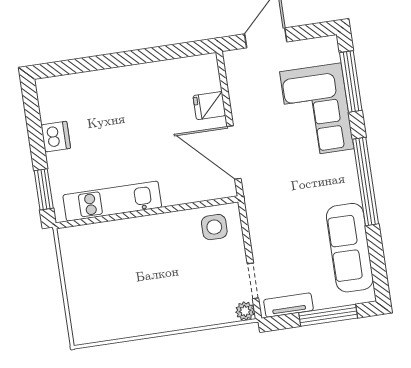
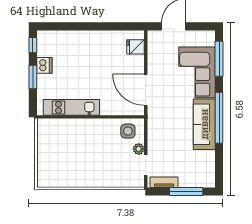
window: (31, 105) -> (33, 45), added
fridge: (209, 106) -> (135, 47), moved
window: (44, 189) -> (33, 77), moved
sofa: (350, 248) -> (204, 124), moved
plant: (245, 311) -> (139, 149), moved

